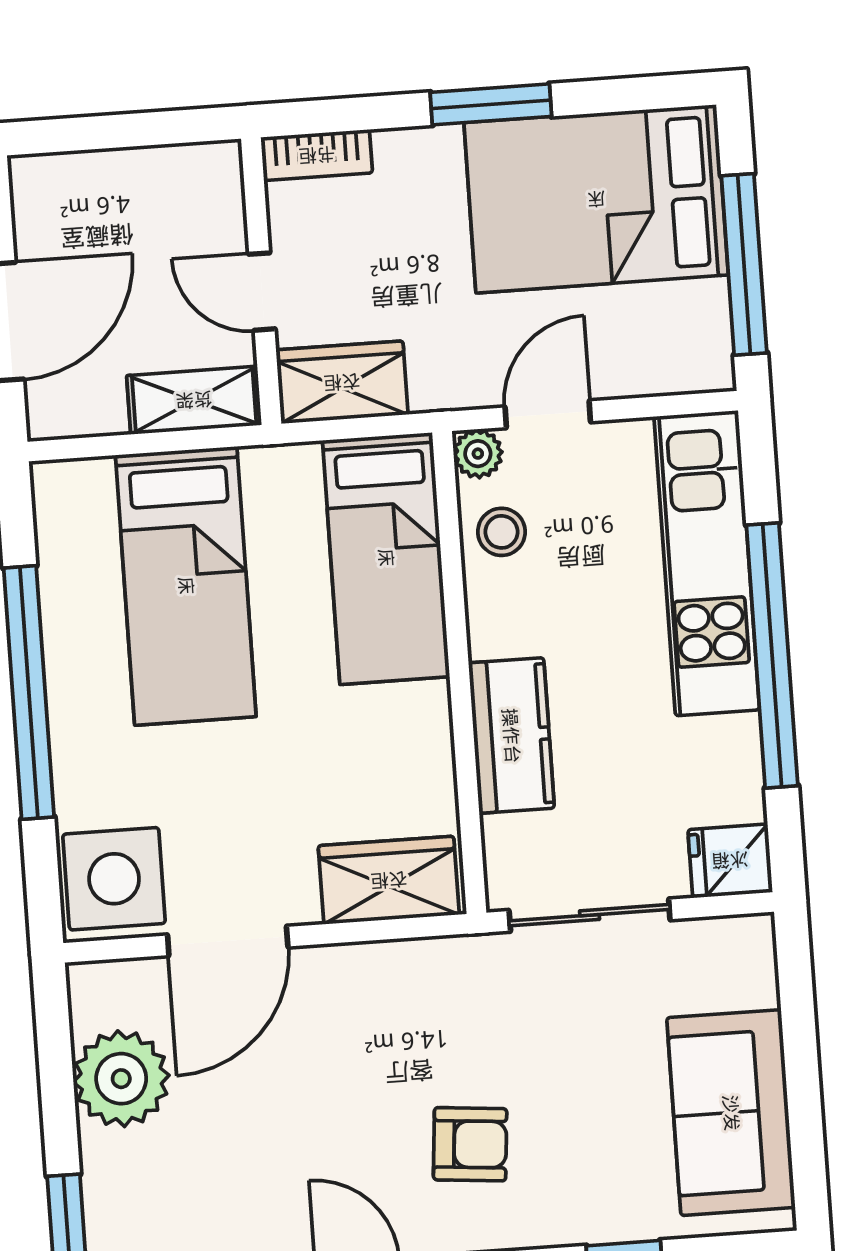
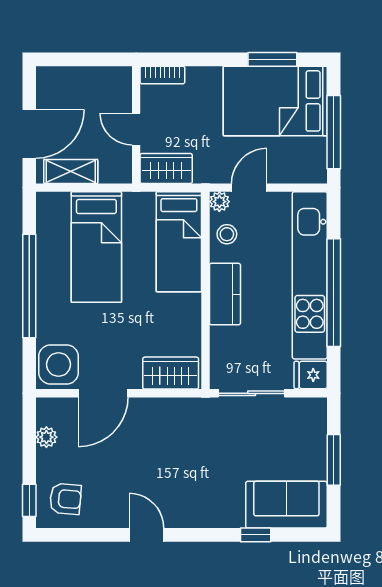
window: (491, 104) -> (272, 59), moved
shelving: (194, 400) -> (71, 171), moved
kitchen unit: (707, 563) -> (310, 275), width x1.36
kitchen counter: (511, 736) -> (225, 294), moved
window: (801, 1063) -> (334, 460), added
plant: (121, 1079) -> (46, 437), width x0.53, depth x0.53
sofa: (731, 1113) -> (286, 505), moved, turned 90
armchair: (470, 1144) -> (65, 499), moved

